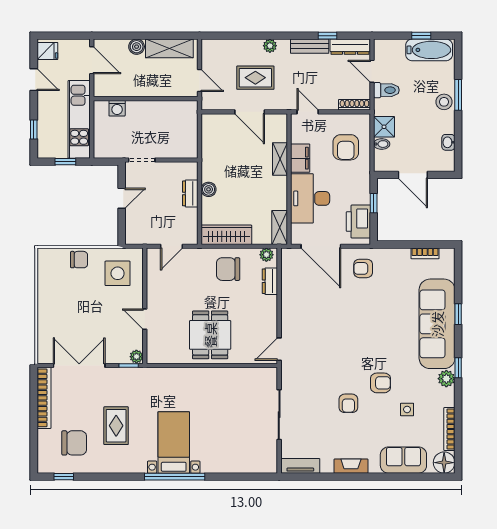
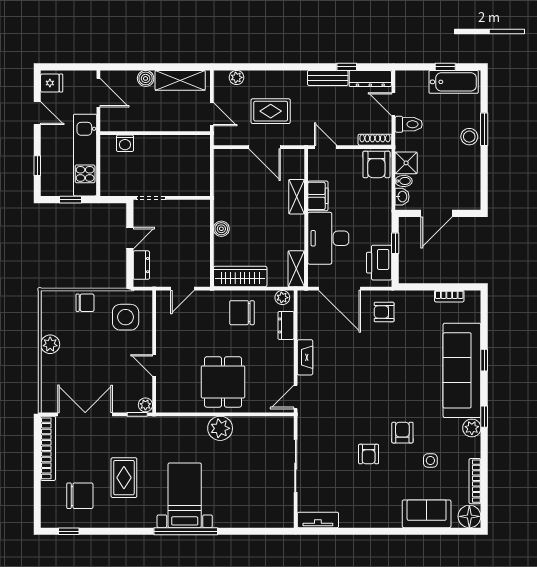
plant: (270, 46) -> (237, 77), moved
washbasin: (448, 142) -> (402, 197), moved, turned 180
armchair: (346, 147) -> (376, 164), moved
door: (413, 175) -> (436, 213), hinge flipped
dresser: (190, 193) -> (141, 265), moved, turned 180
plant: (46, 299) -> (50, 344), added
plant: (207, 379) -> (220, 428), added
armchair: (381, 383) -> (402, 433), turned -90
fireplace: (351, 466) -> (305, 357), moved, turned 90

